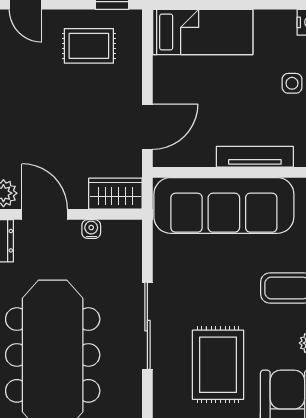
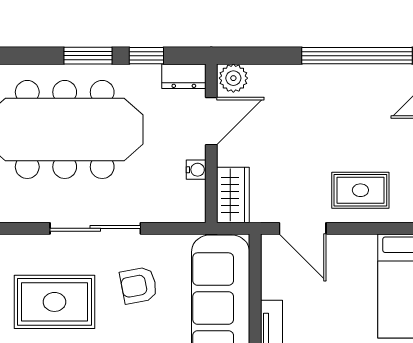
rug: (89, 46) -> (360, 190), moved, turned 90
armchair: (202, 284) -> (139, 285), added

